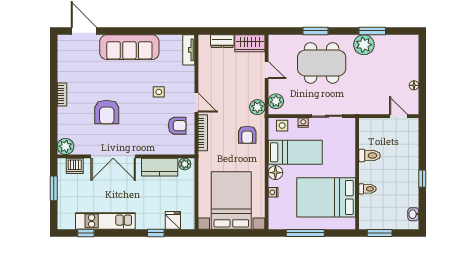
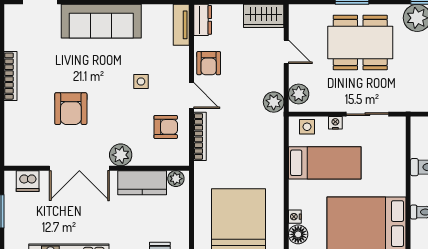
dresser: (222, 41) -> (203, 20), moved, turned -90
bookcase: (62, 94) -> (11, 76), width x1.56
armchair: (247, 135) -> (209, 63), moved
plant: (65, 146) -> (121, 155), moved
floor lamp: (275, 173) -> (298, 234), moved

